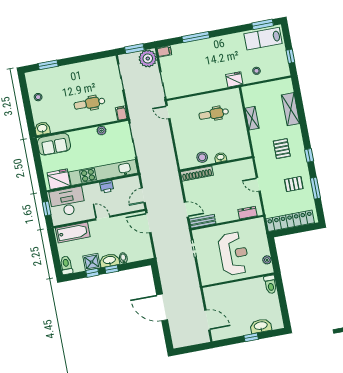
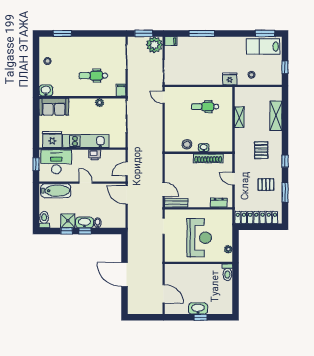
kitchen unit: (103, 172) -> (86, 141), width x0.73
shoe rack: (197, 174) -> (208, 158), moved
washbasin: (261, 326) -> (198, 308), moved

